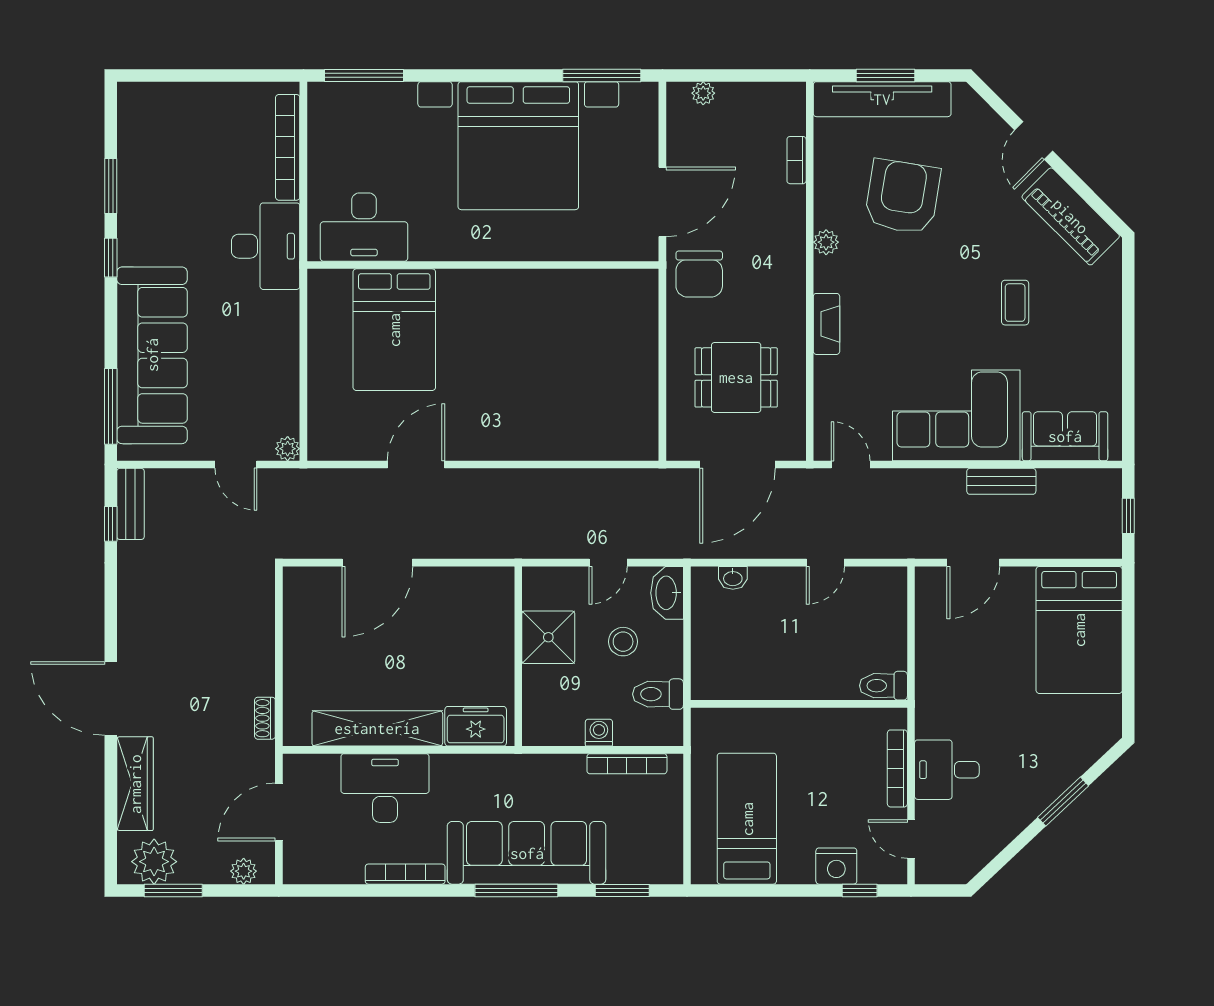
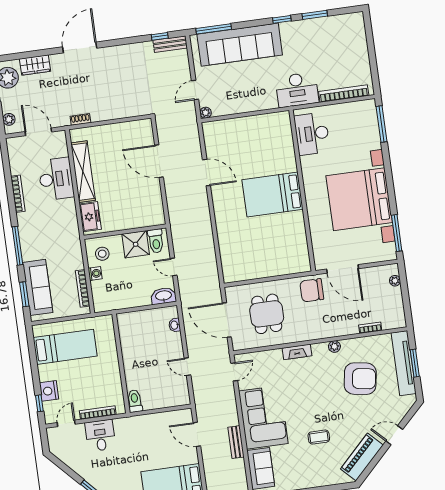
bed: (394, 330) -> (273, 195), moved
stool: (623, 642) -> (102, 254), moved
toilet: (658, 694) -> (156, 241), moved, turned 180
wardrobe: (135, 784) -> (35, 65), width x0.67
sofa: (527, 853) -> (38, 287), moved, width x0.74, depth x0.79

